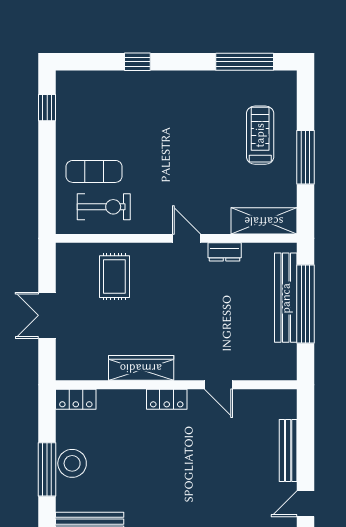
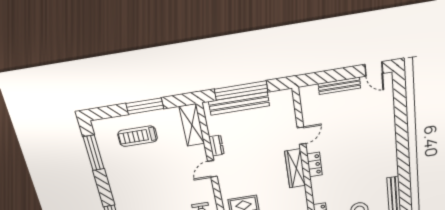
wardrobe: (141, 368) -> (295, 168), moved

